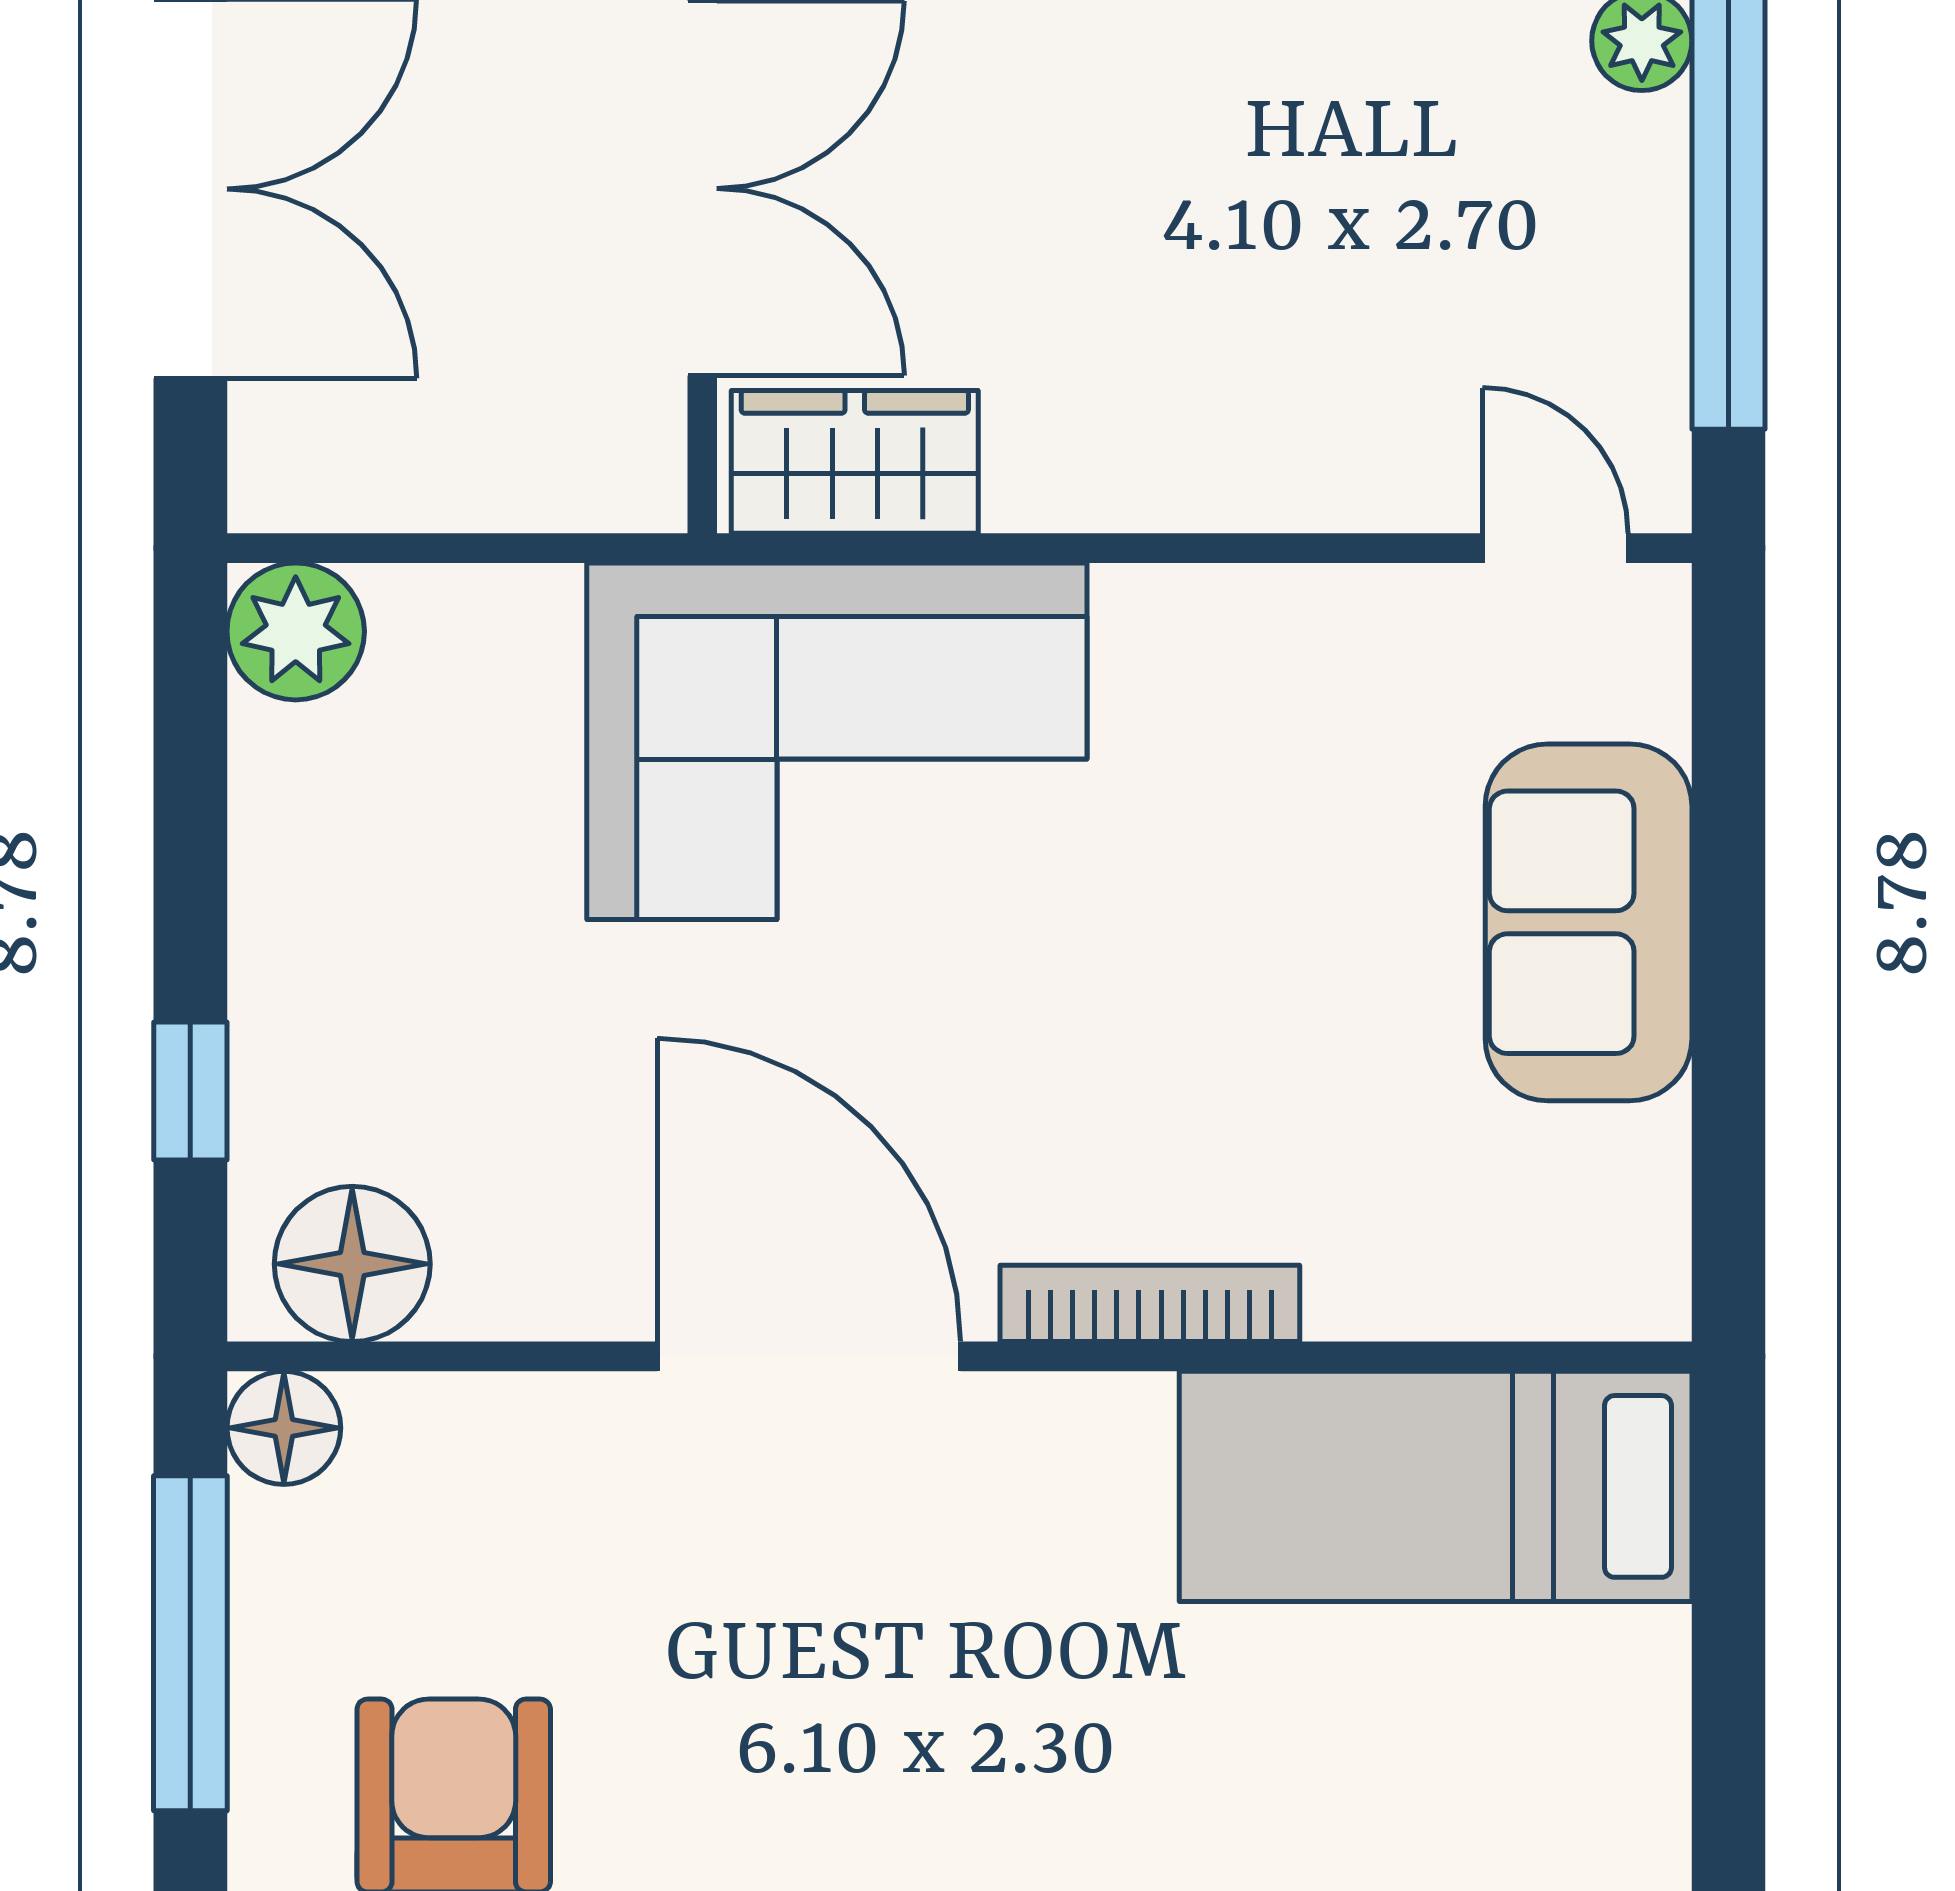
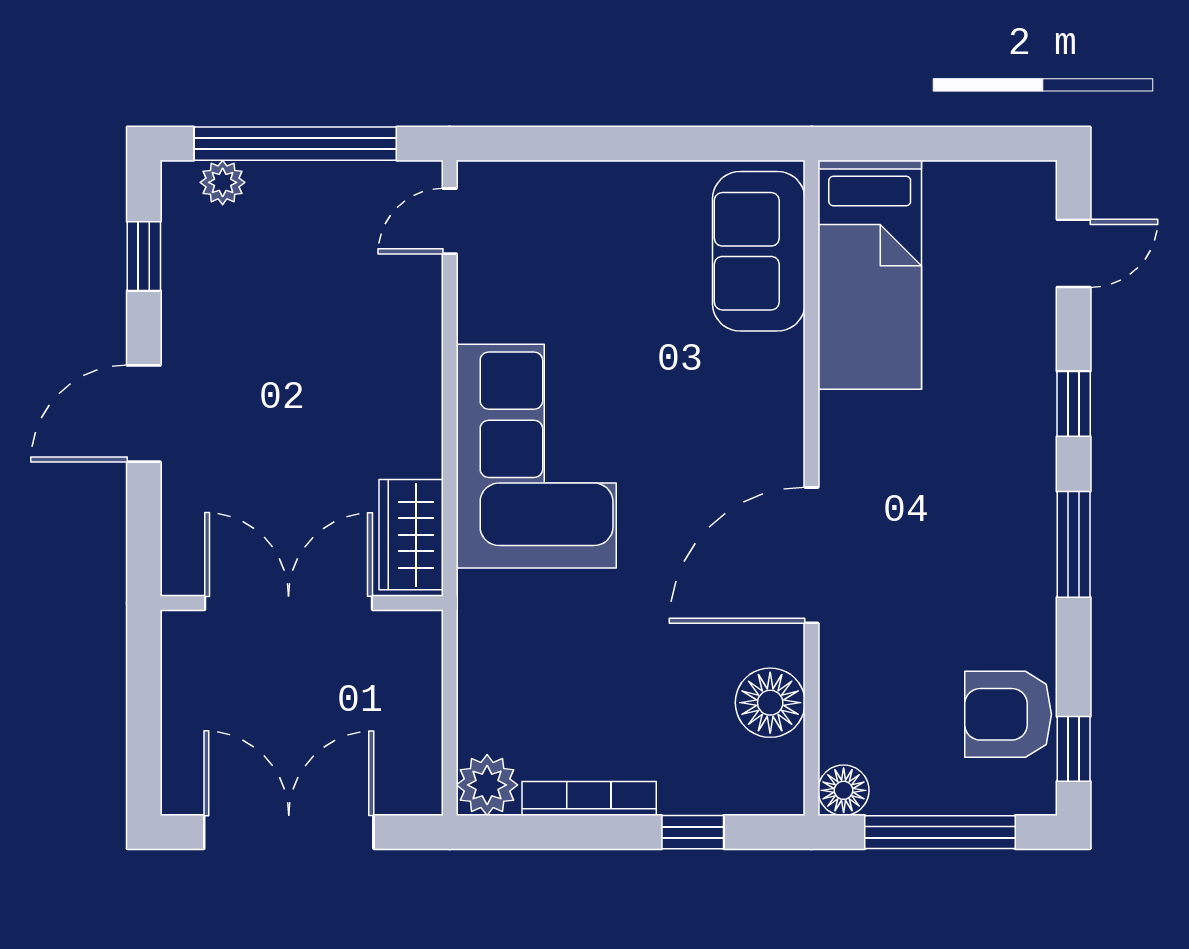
corner sofa: (837, 741) -> (536, 456), moved
sofa: (1589, 922) -> (759, 251), moved, turned 90
floor lamp: (352, 1264) -> (770, 703), moved
bookcase: (1150, 1303) -> (589, 799), moved, turned 90

